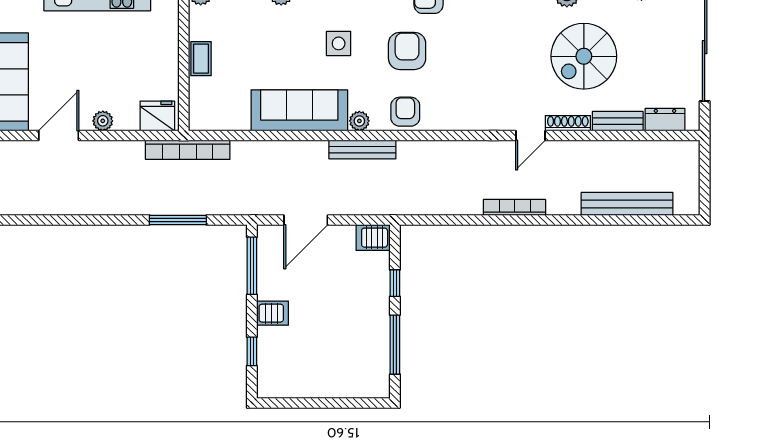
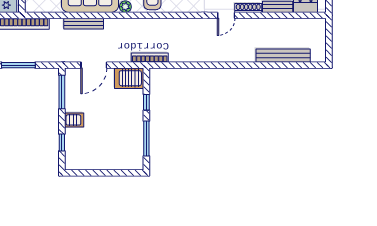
bench: (362, 150) -> (84, 24), moved
bookcase: (515, 207) -> (150, 58), moved
server rack: (373, 238) -> (129, 78), width x1.36, depth x1.44

